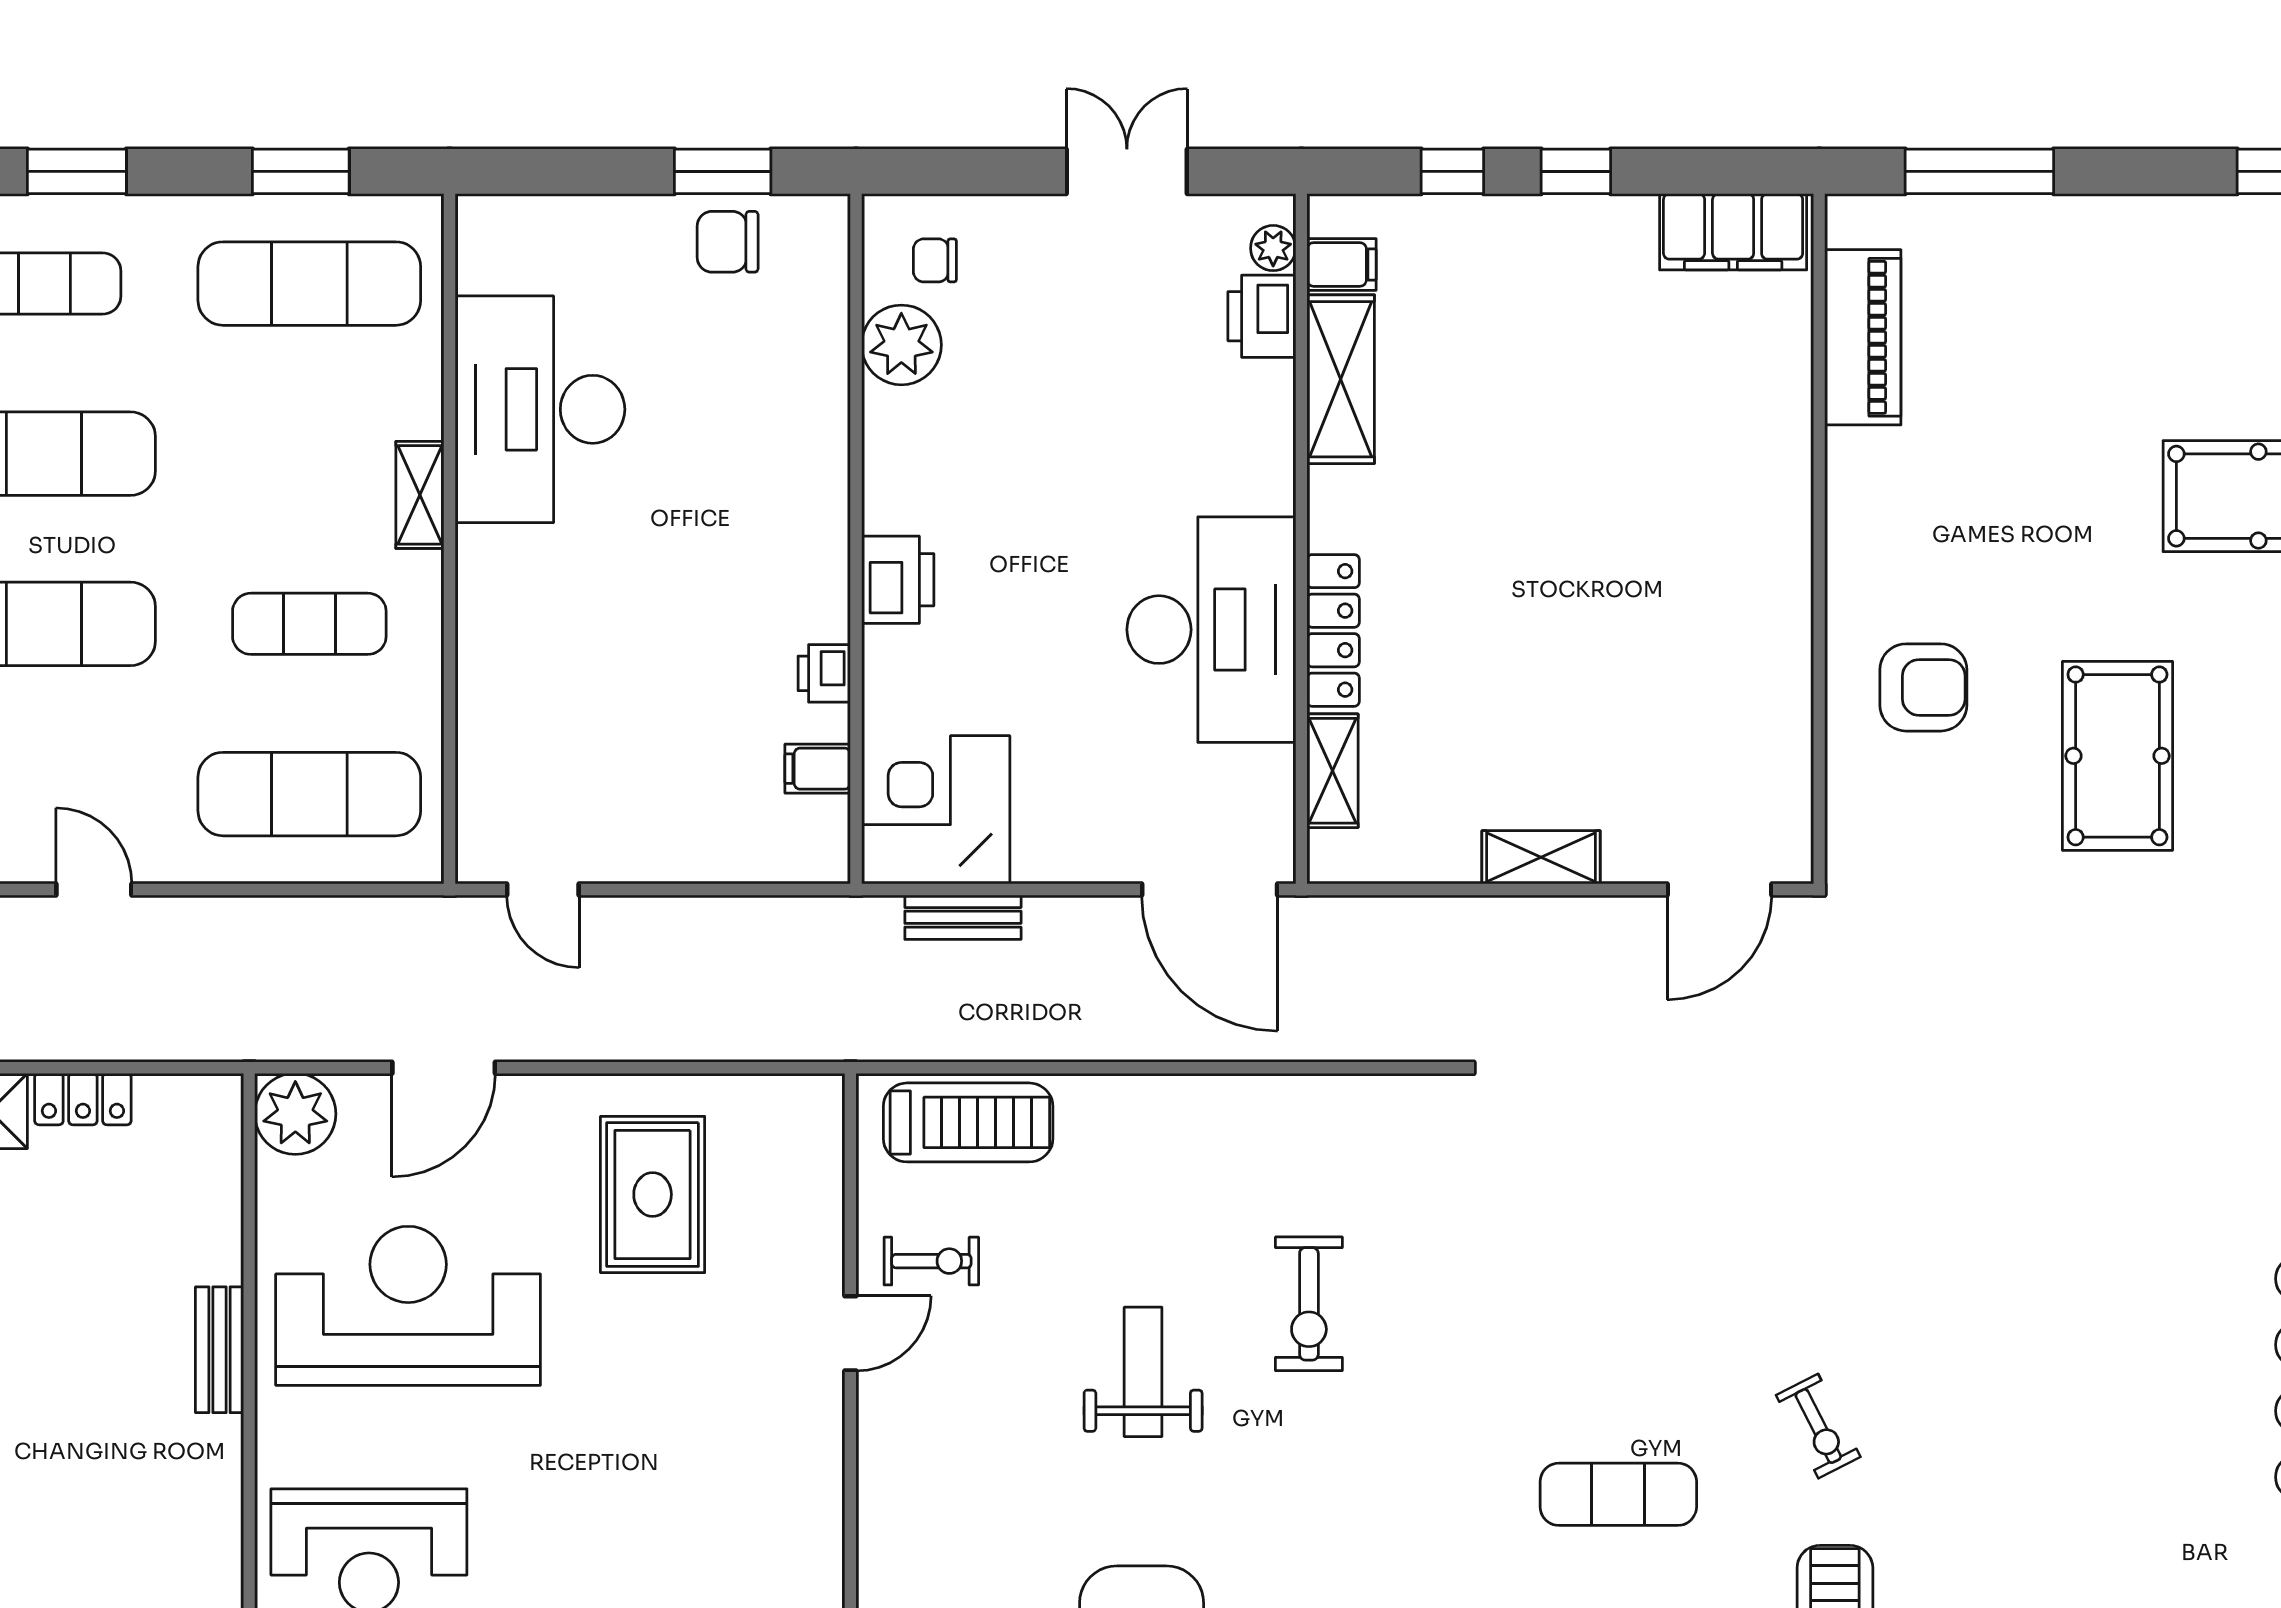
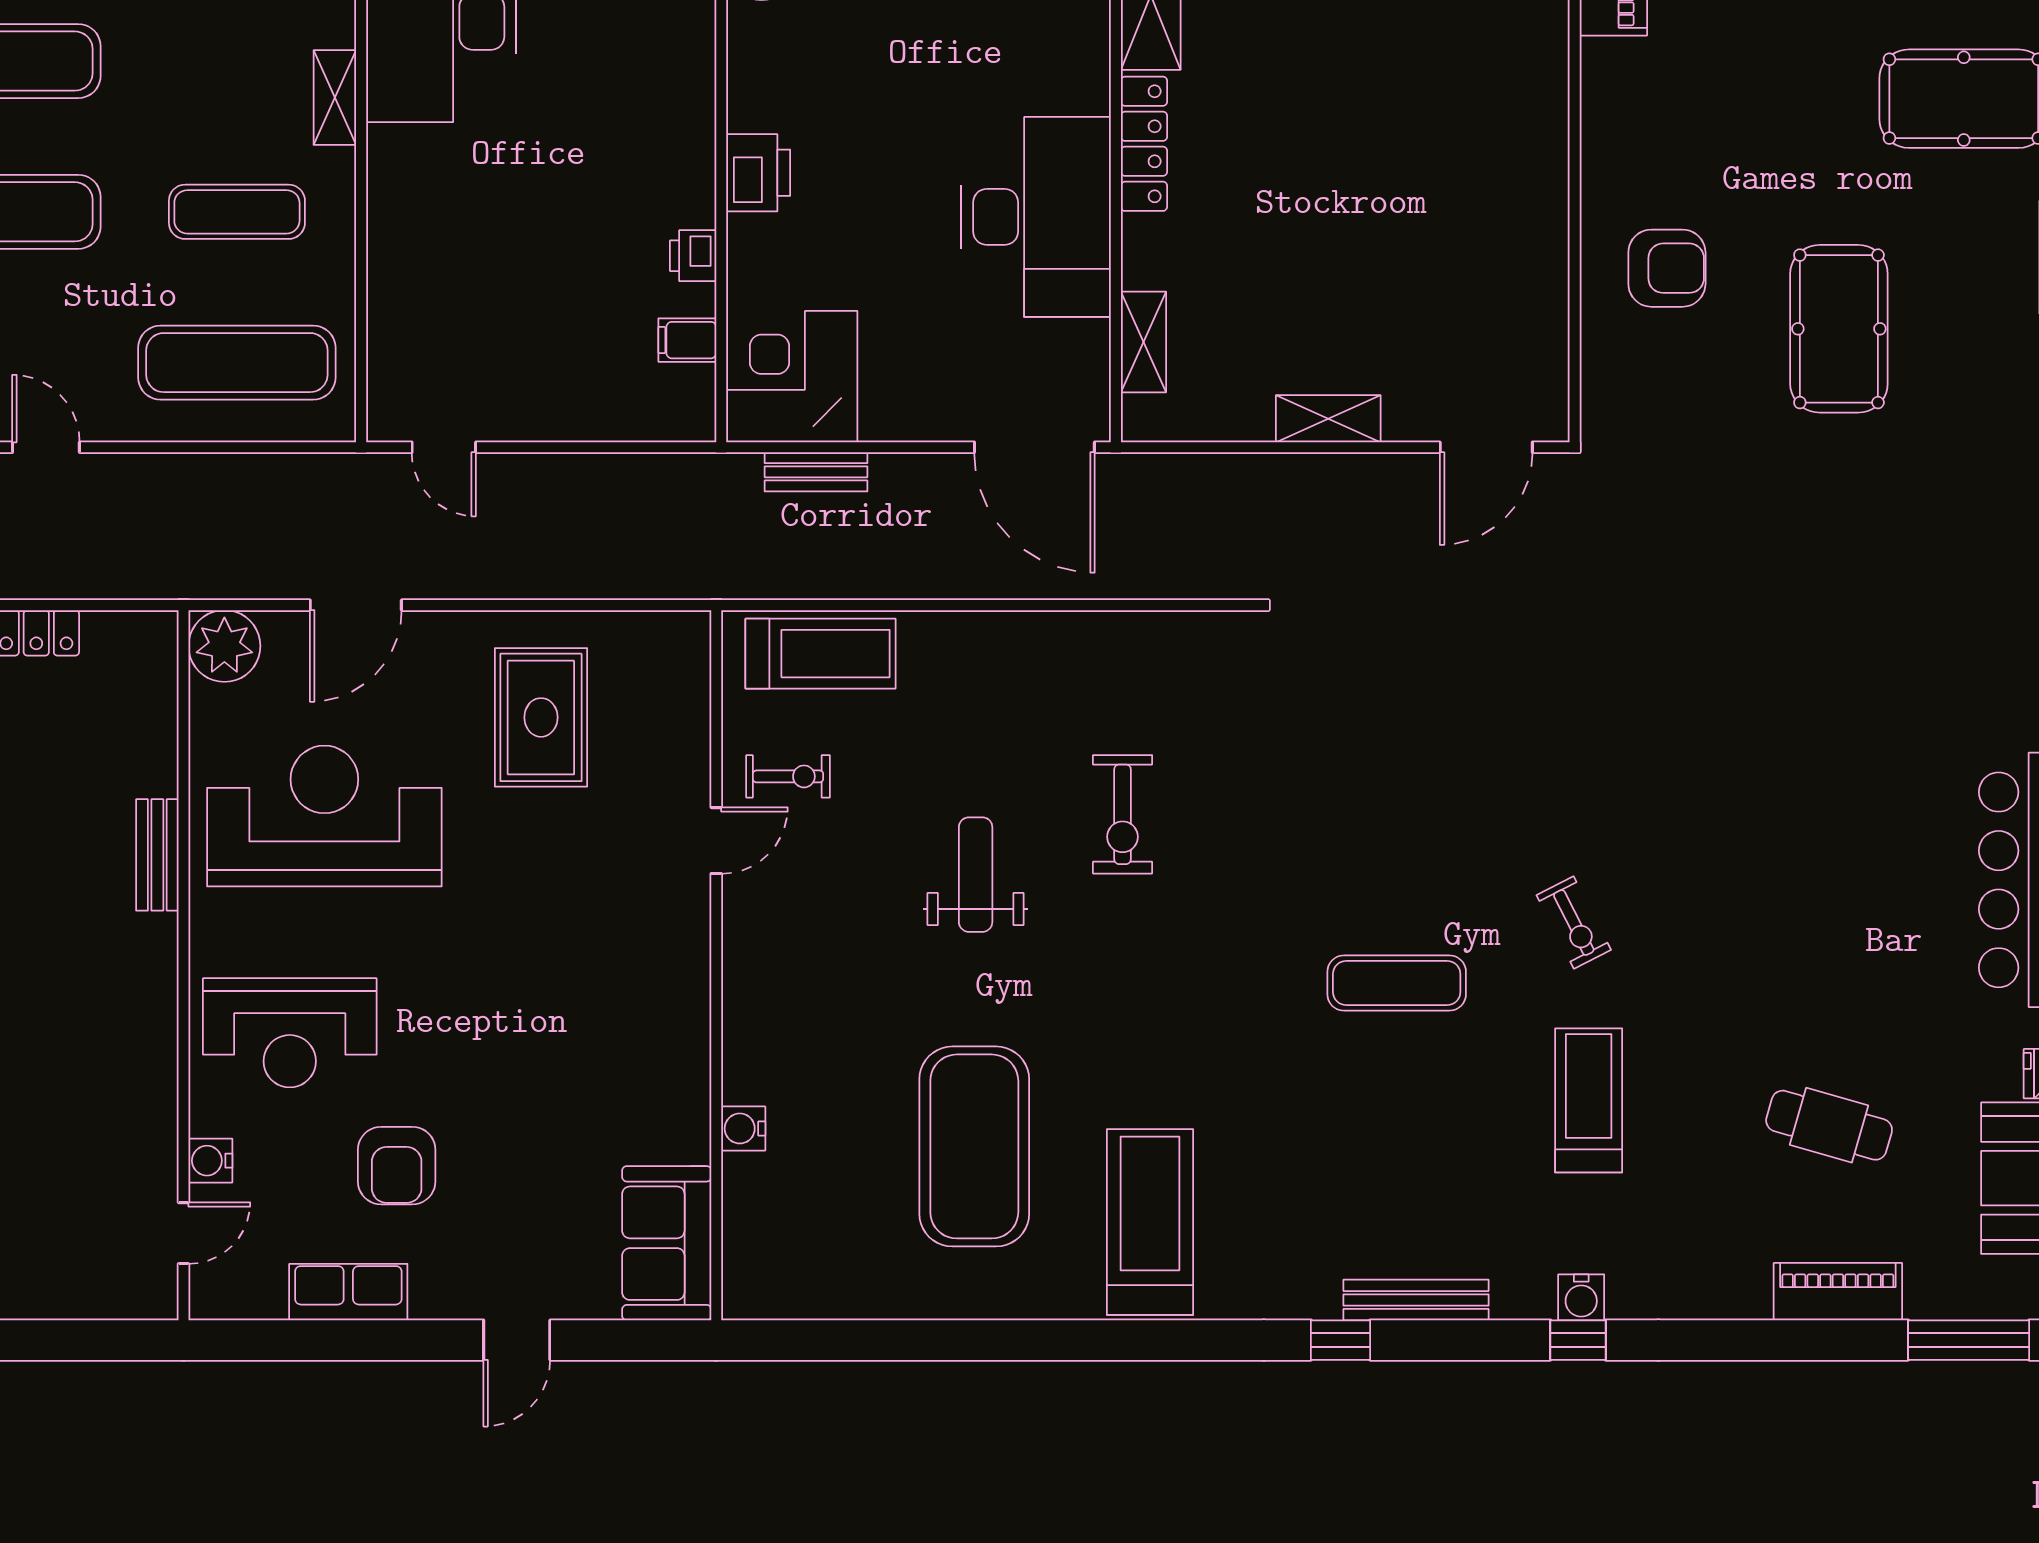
locker: (1333, 630) -> (1144, 144), moved

